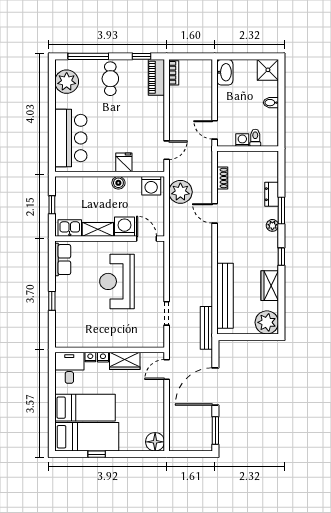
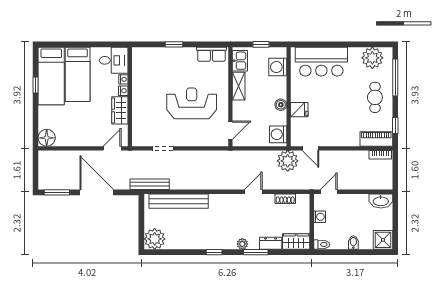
cafe table: (110, 79) -> (375, 97), turned 90
toilet: (255, 138) -> (322, 244), moved
plant: (180, 192) -> (288, 161), moved
washing machine: (124, 227) -> (278, 67), moved, turned 180
wardrobe: (270, 286) -> (296, 242), moved
door: (167, 369) -> (112, 148), hinge flipped

